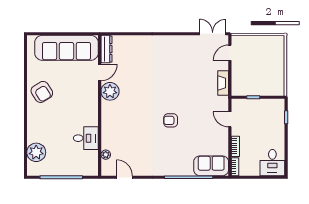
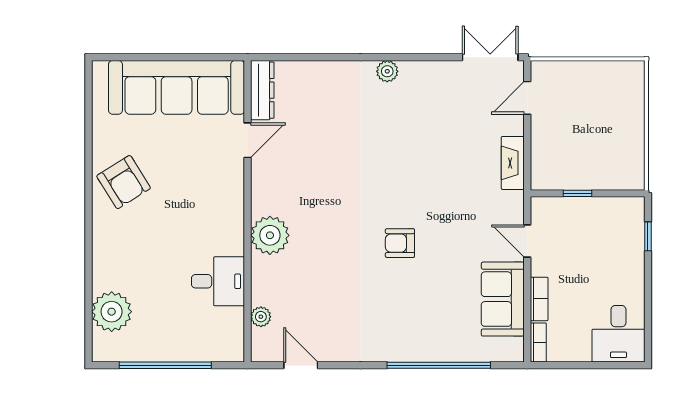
plant: (165, 40) -> (387, 71), added
plant: (110, 91) -> (270, 235), moved
sofa: (211, 166) -> (503, 299), moved, turned -90

